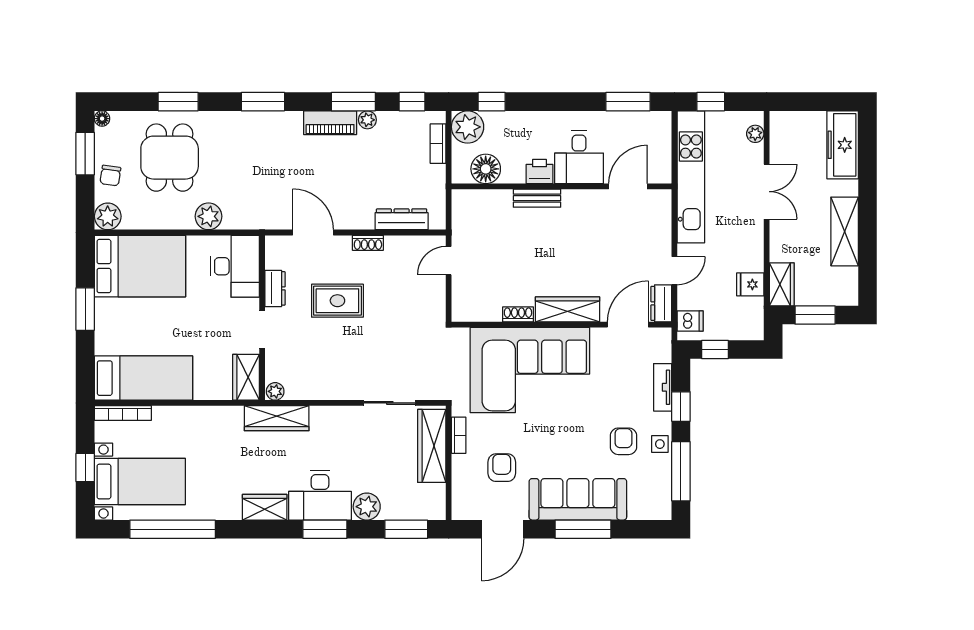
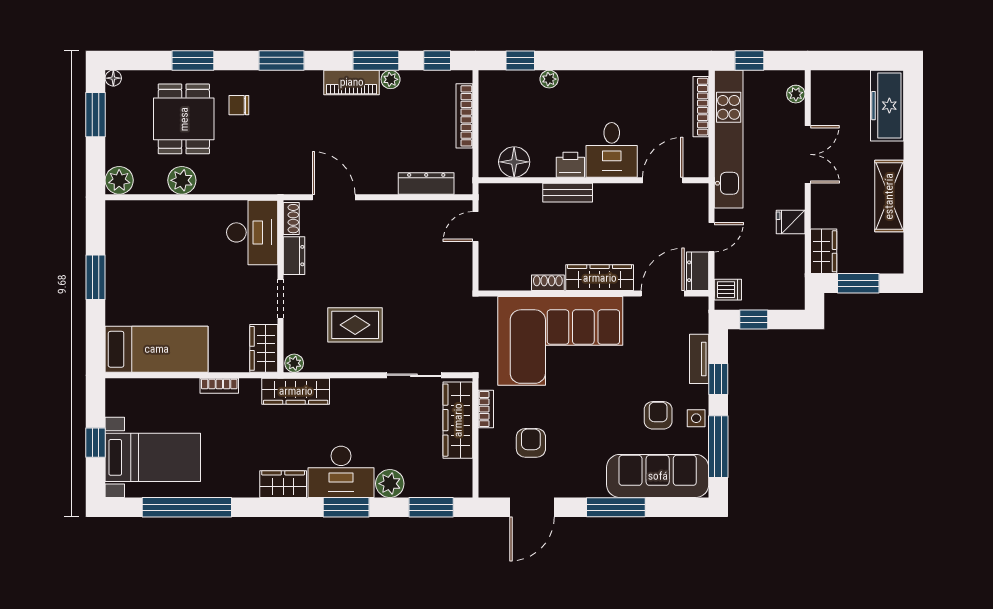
window: (628, 102) -> (663, 60), removed
plant: (468, 127) -> (549, 79), moved, width x0.53, depth x0.53
bookcase: (438, 144) -> (464, 116), width x1.56
bookcase: (664, 146) -> (701, 107), added
desk: (579, 157) -> (612, 150), moved
floor lamp: (486, 169) -> (514, 162), moved
printer: (539, 172) -> (570, 165), moved
chair: (110, 176) -> (239, 105), moved, turned 82
wall: (562, 186) -> (593, 180), moved
door: (628, 186) -> (663, 180), moved
bench: (537, 198) -> (568, 193), moved
plant: (208, 216) -> (182, 180), moved
shoe rack: (368, 243) -> (291, 219), moved, turned -90
bed: (140, 266) -> (153, 232), removed
fridge: (750, 284) -> (791, 222), moved
rug: (337, 301) -> (355, 325), moved
bookcase: (123, 413) -> (219, 386), moved, width x0.64
sofa: (578, 499) -> (658, 476), moved

